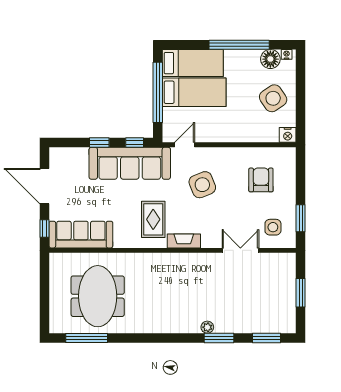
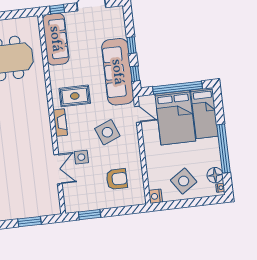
bed: (194, 92) -> (175, 118), width x1.50
side table: (273, 227) -> (81, 157), moved

